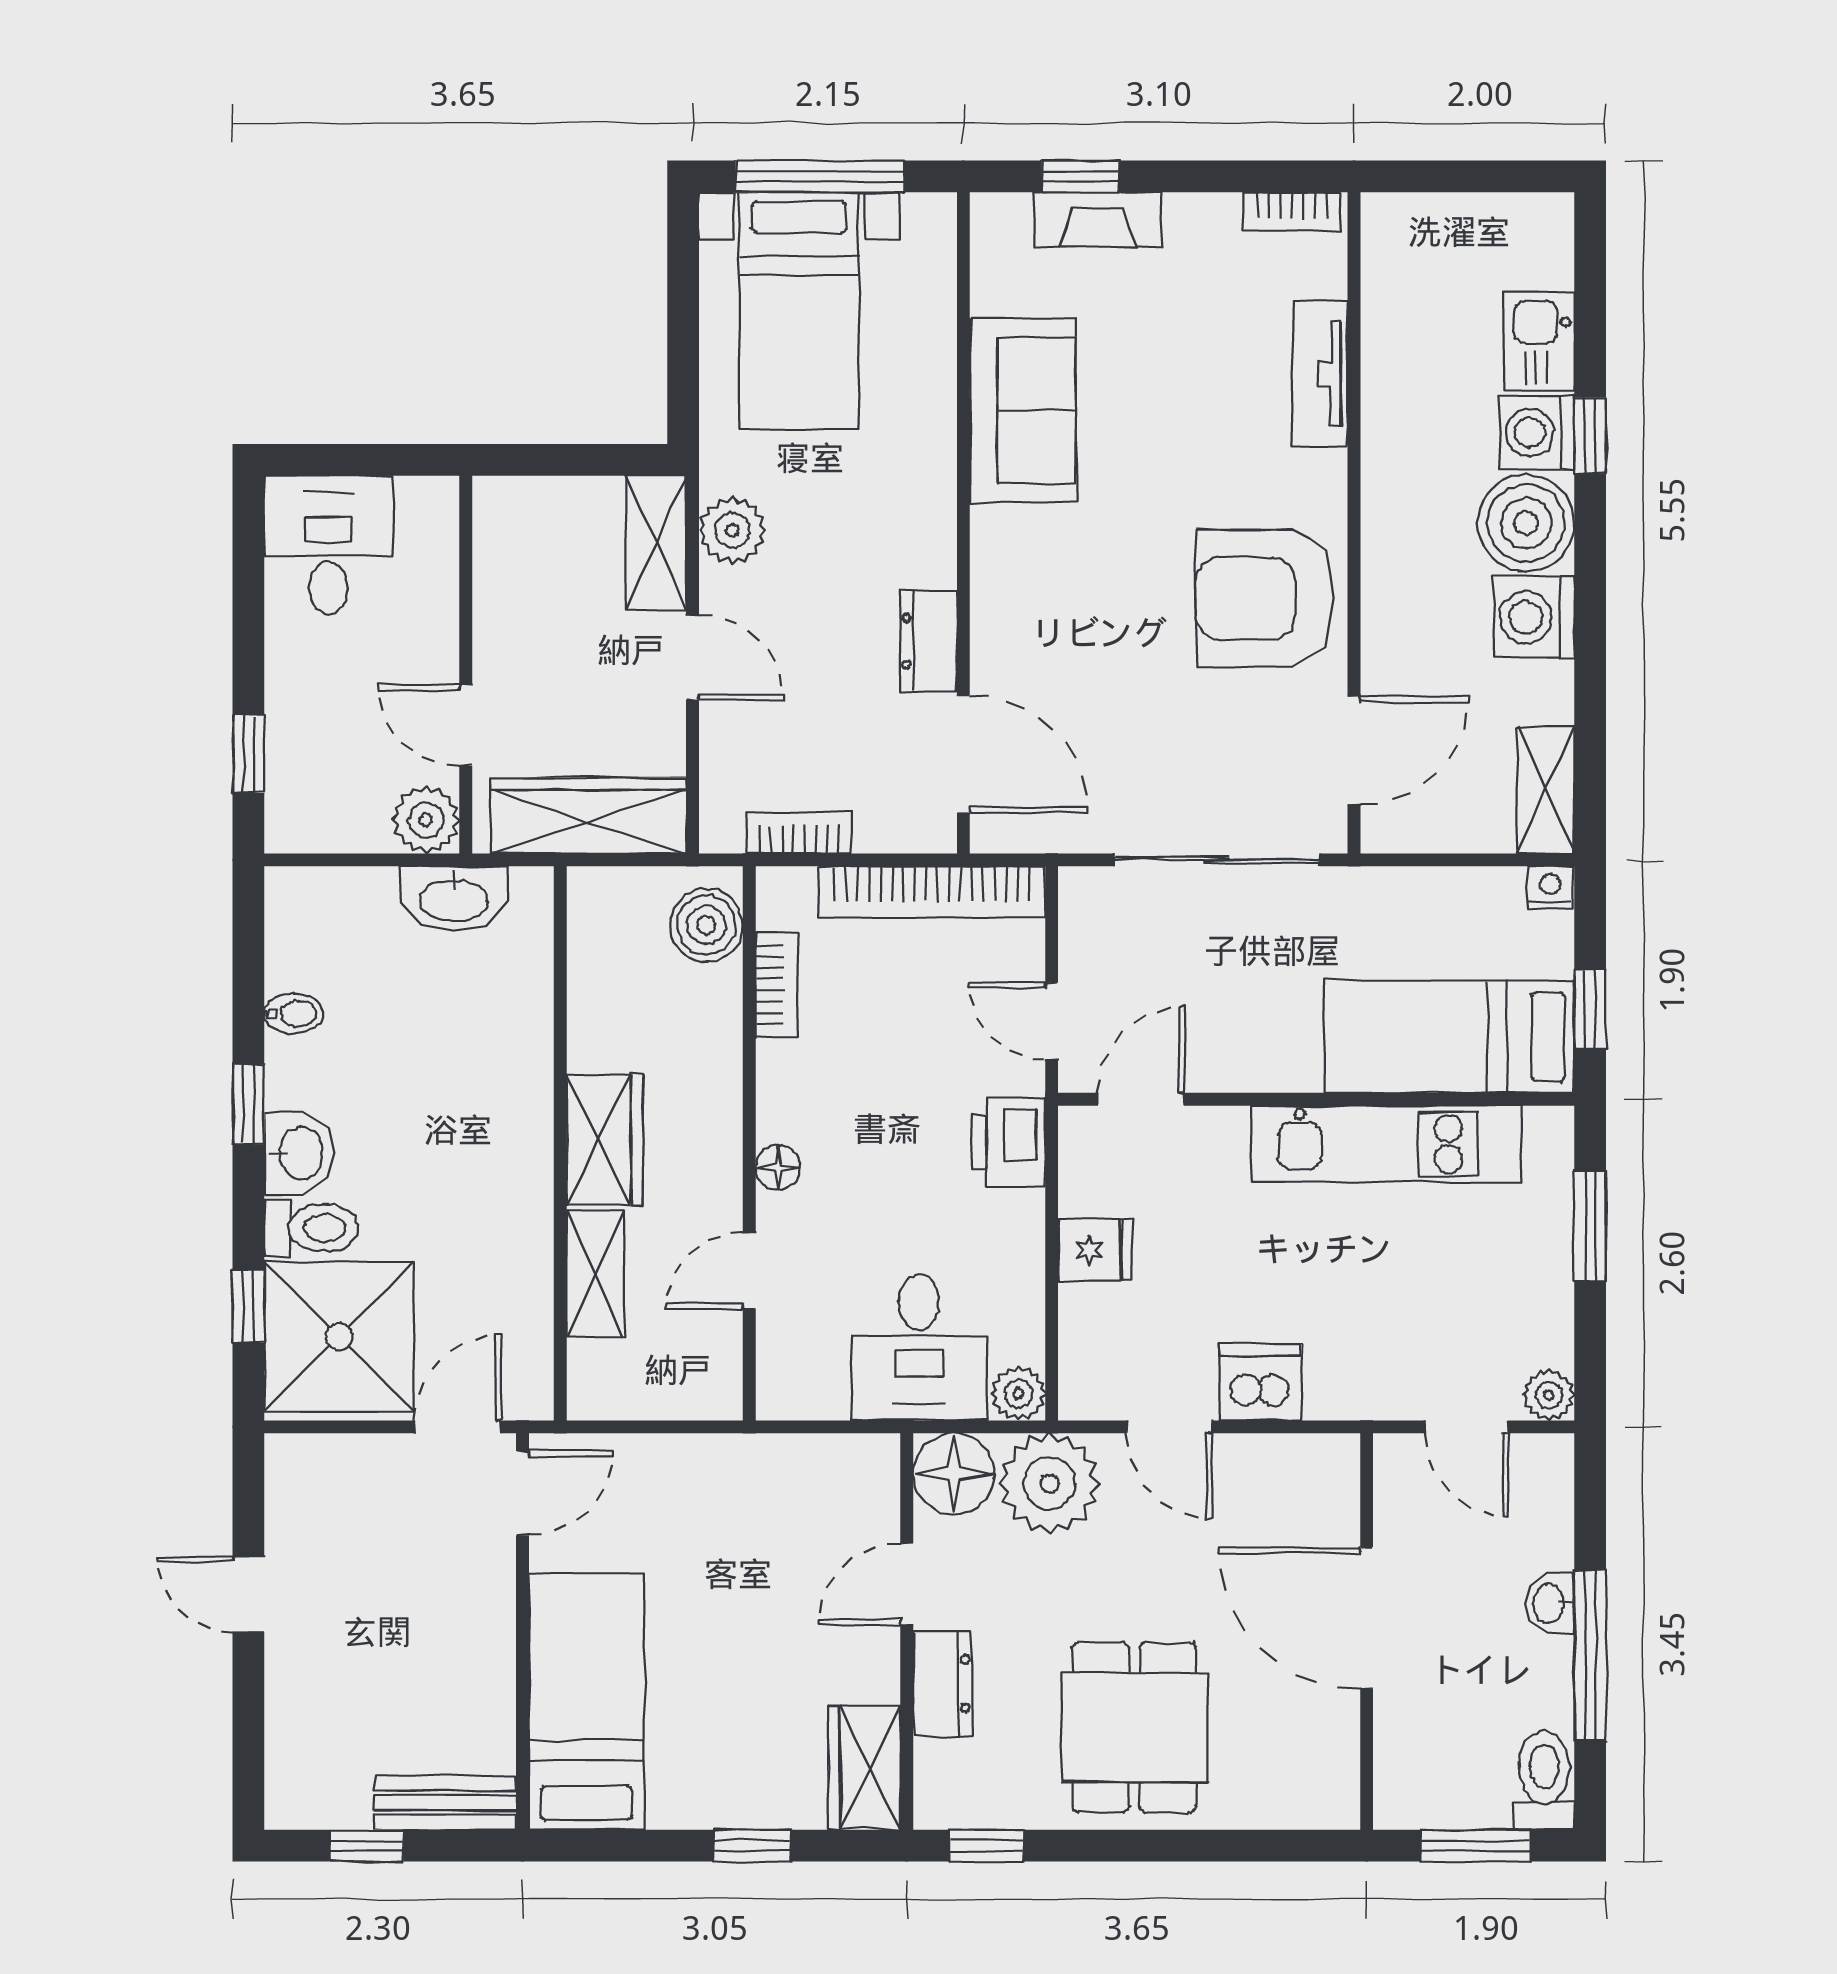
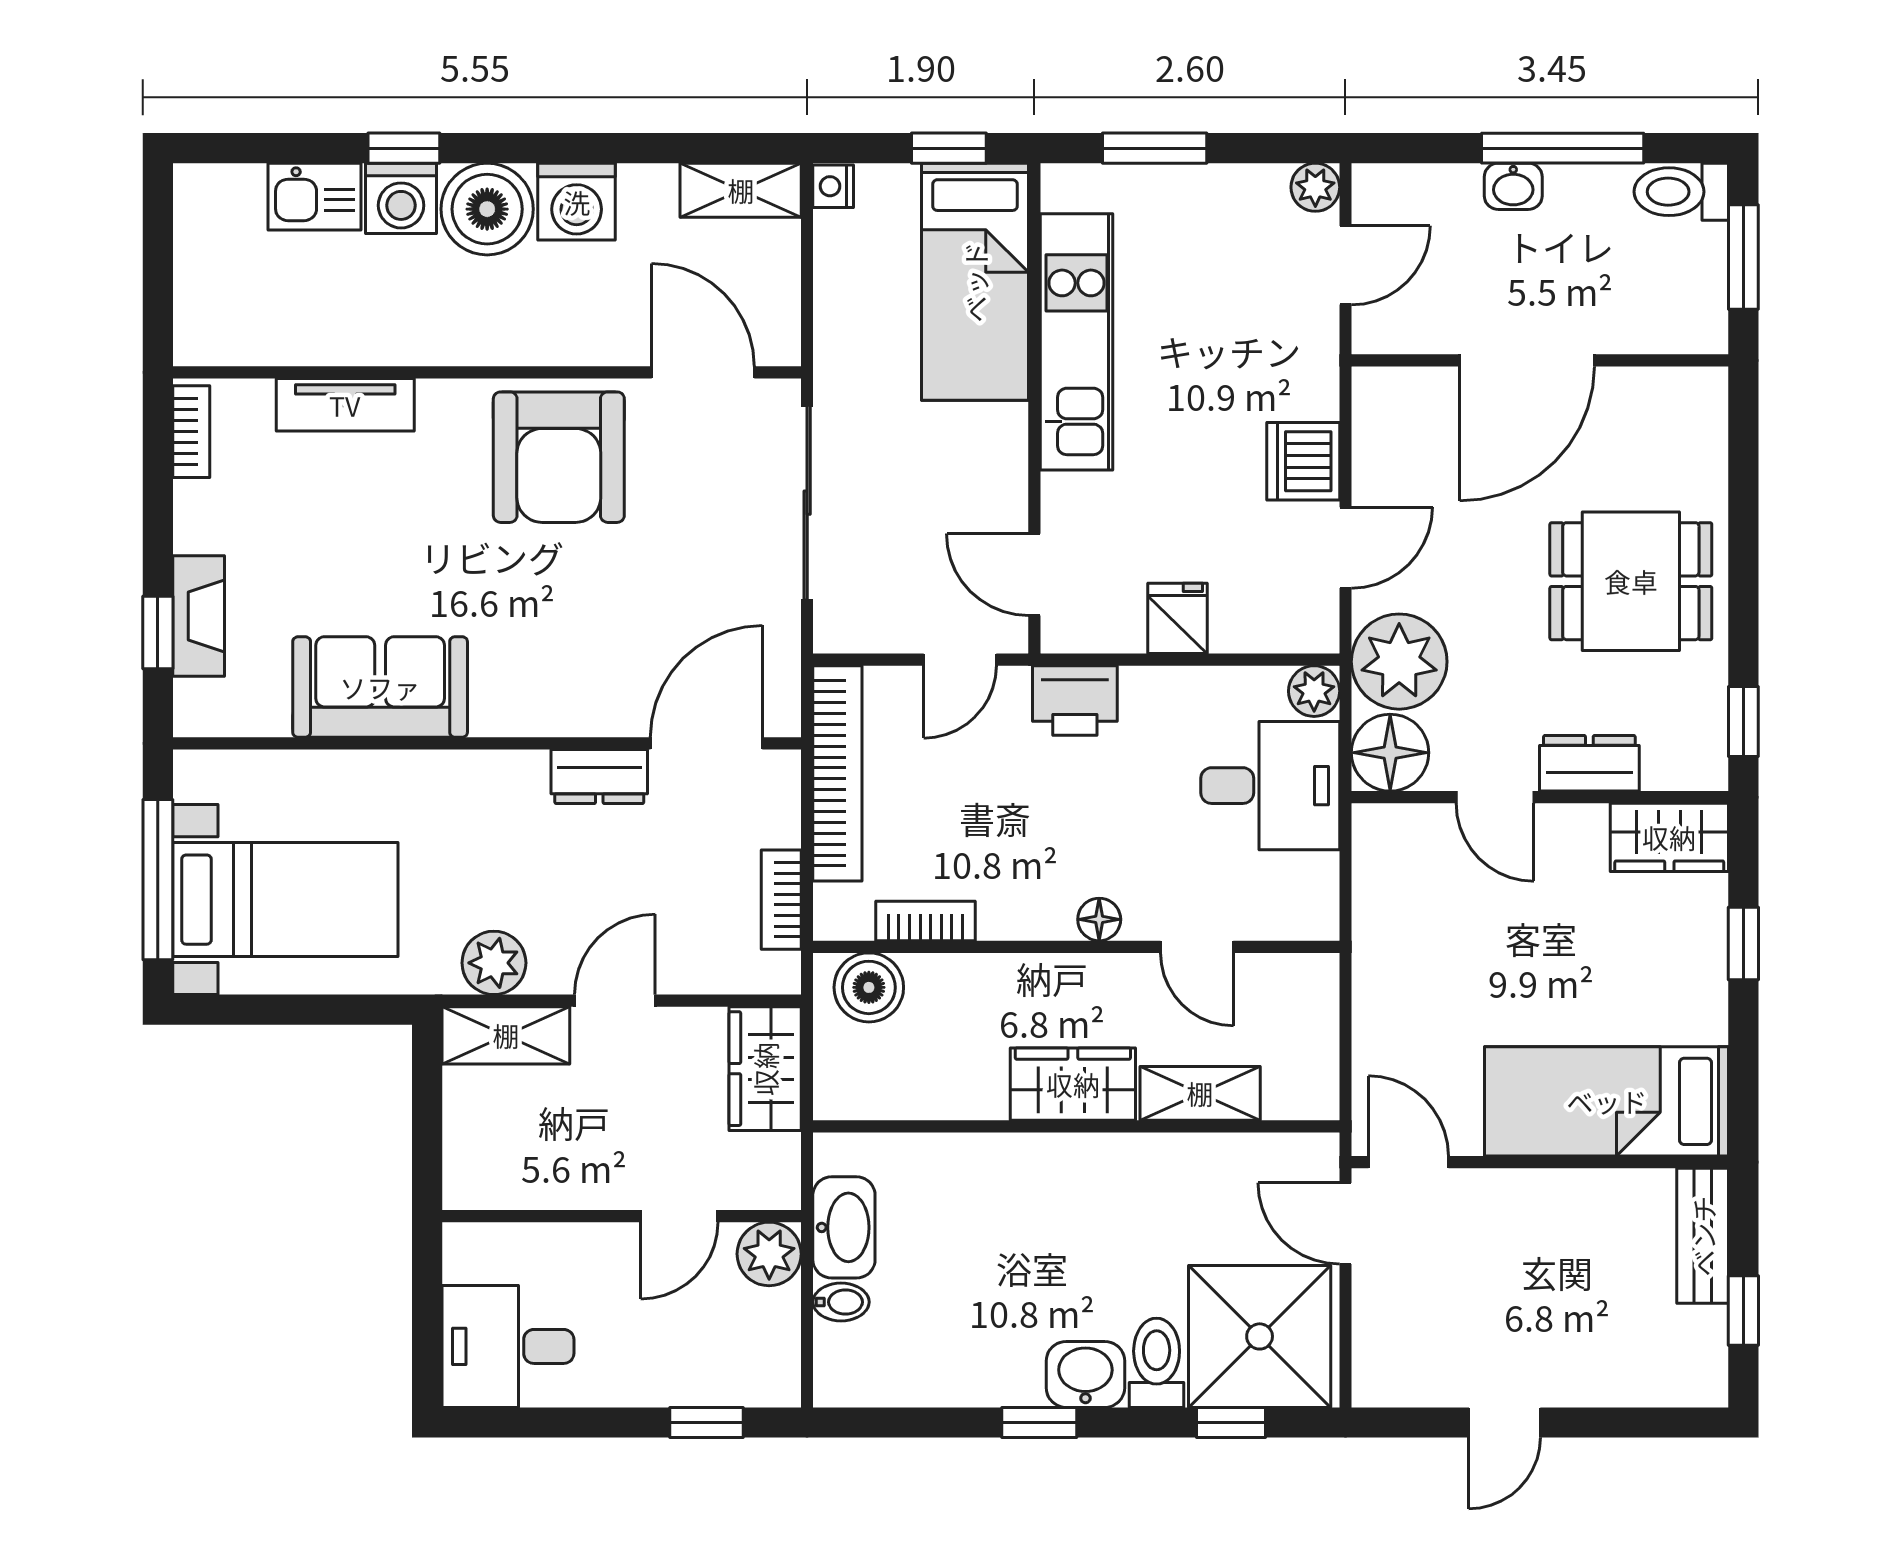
wardrobe: (588, 816) -> (765, 1069), width x0.67
bidet: (294, 1014) -> (841, 1302), moved, turned 90

